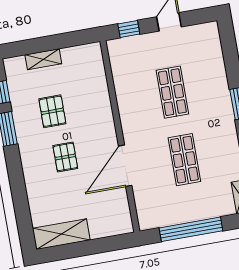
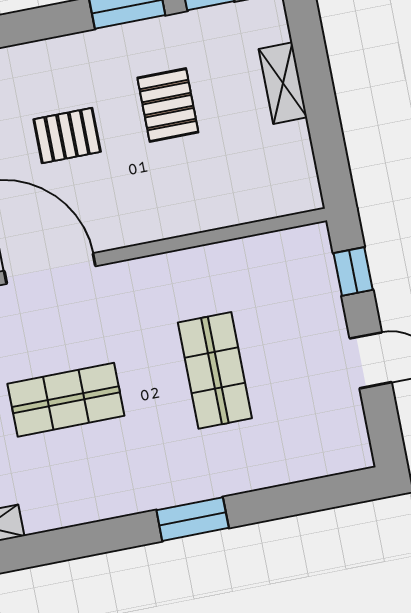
shop shelf: (172, 92) -> (215, 370), turned 90
pallet: (52, 111) -> (168, 105), turned 90

